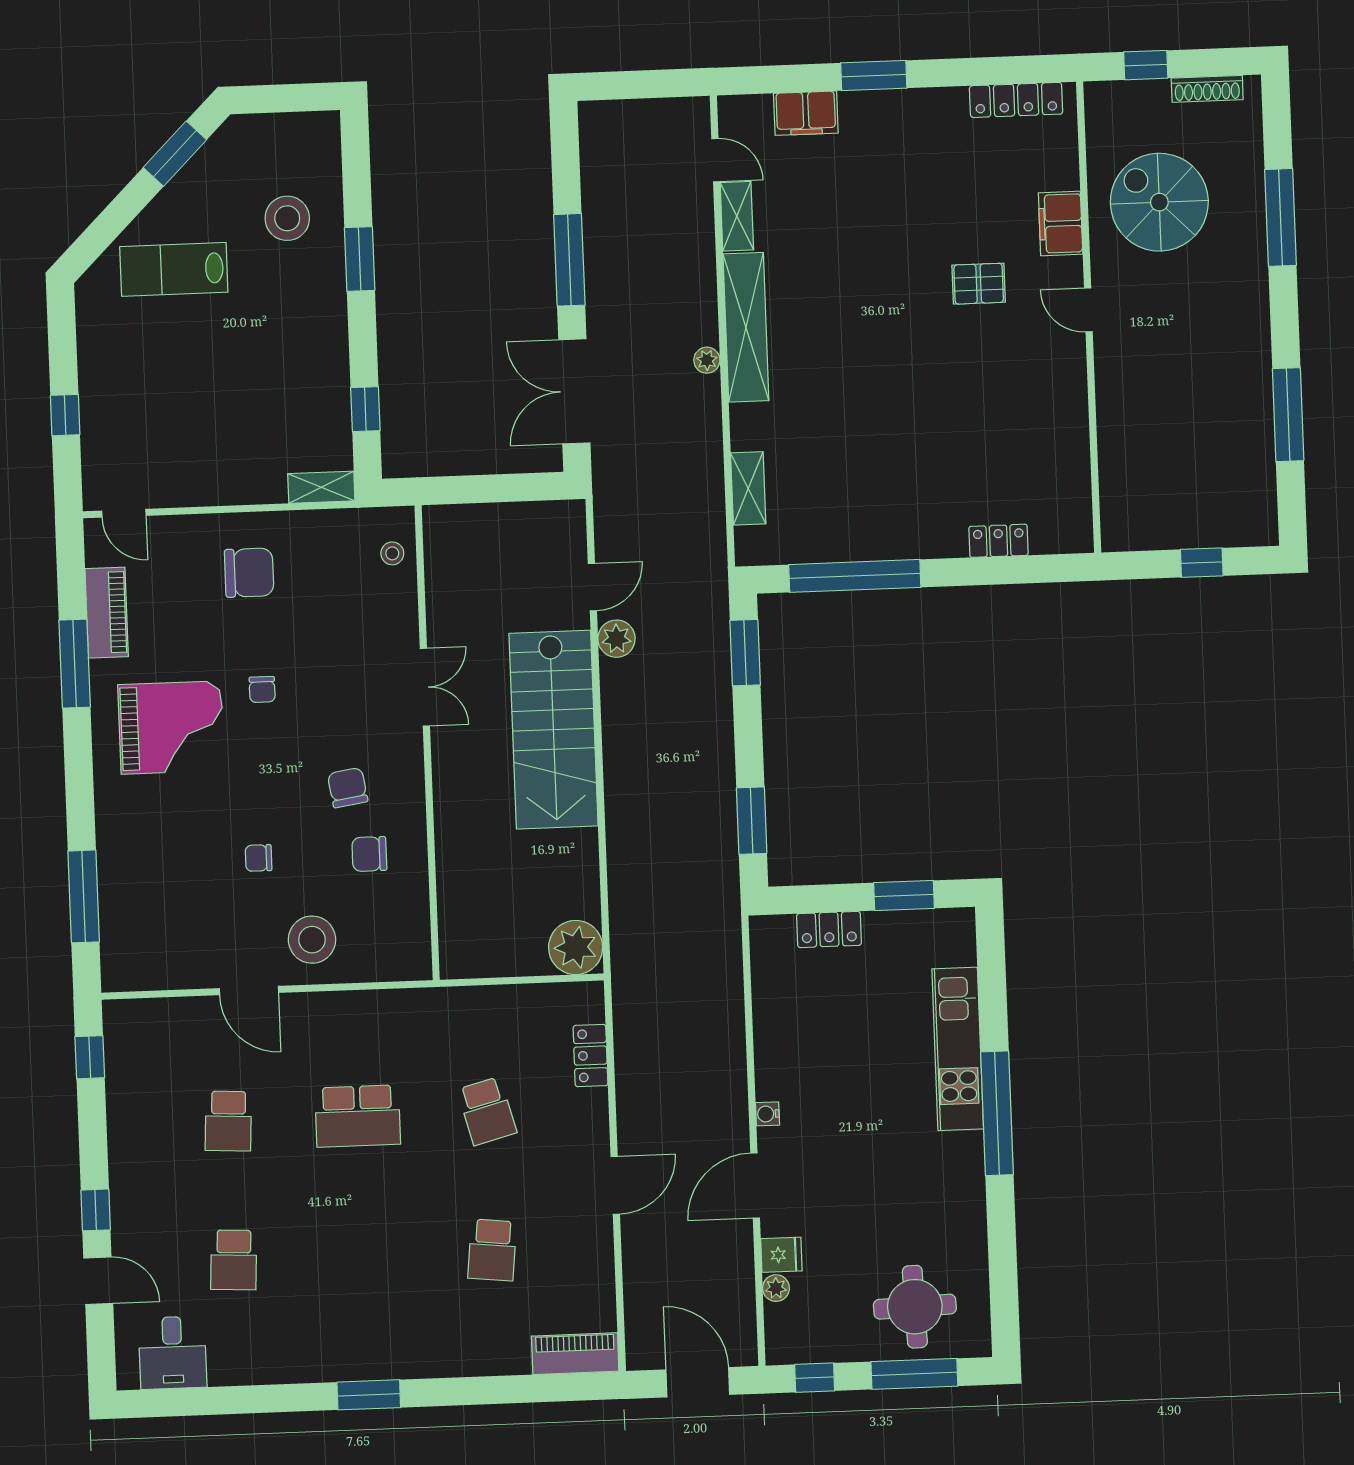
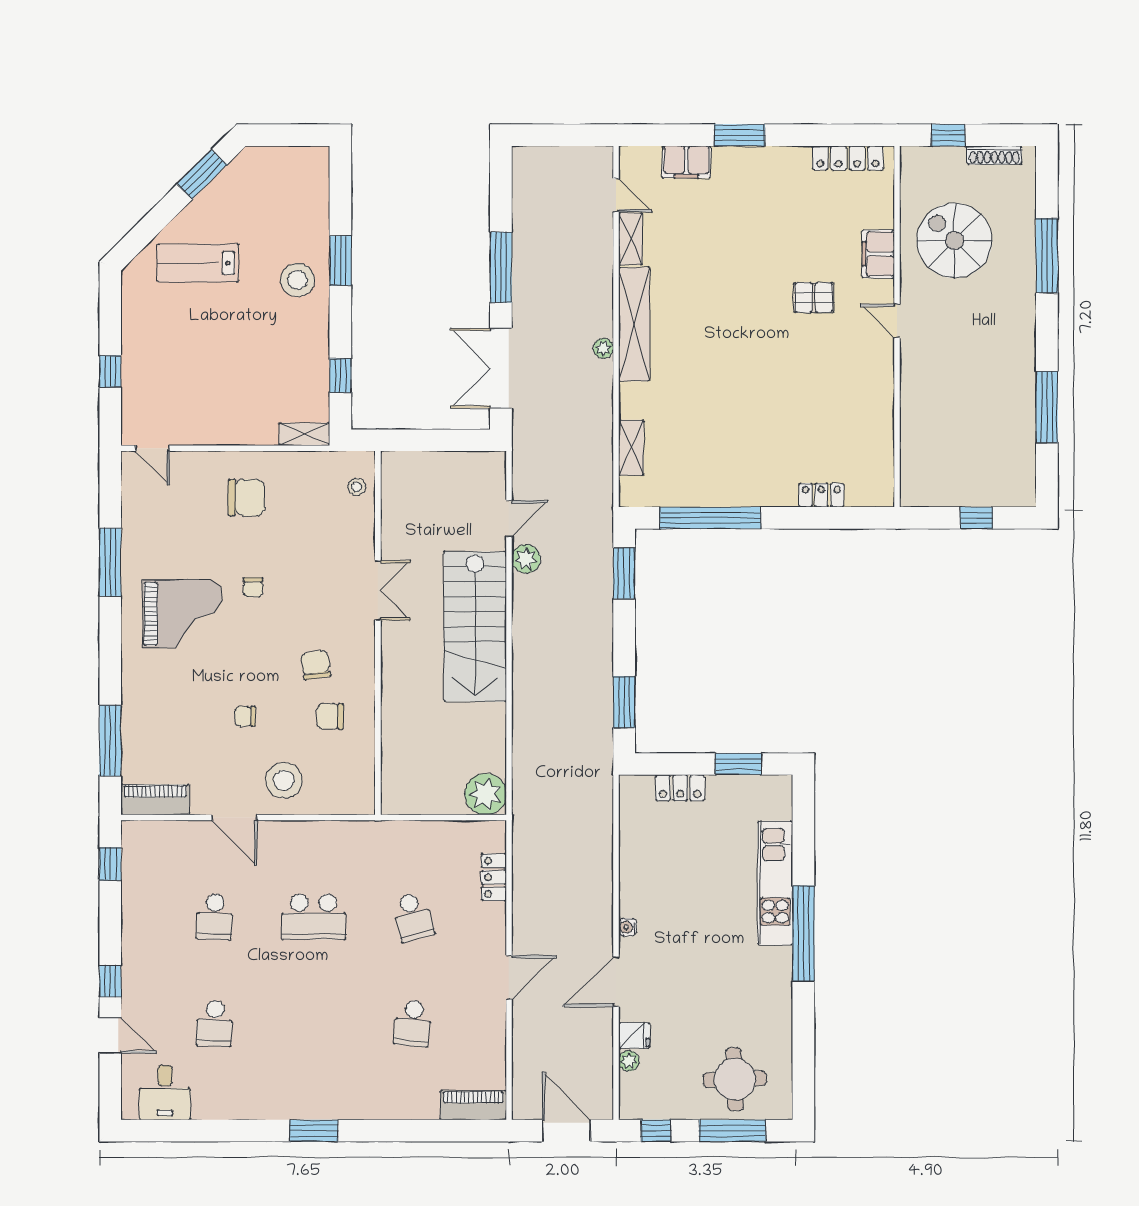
stool: (287, 218) -> (298, 280), moved
piano: (107, 613) -> (155, 800), moved, turned -90

